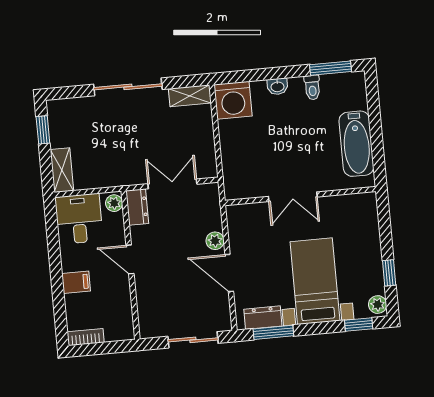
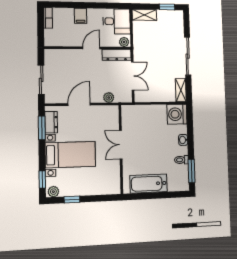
dresser: (137, 207) -> (117, 55), width x1.44
plant: (215, 241) -> (109, 98), moved

